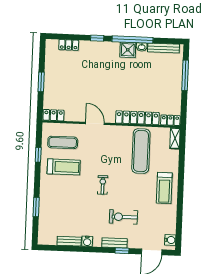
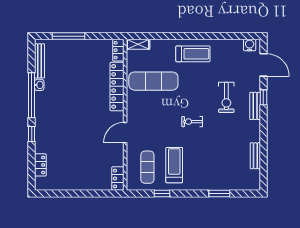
shower: (128, 50) -> (43, 100), removed
window: (41, 82) -> (82, 193), removed
water cooler: (87, 241) -> (255, 136), removed

